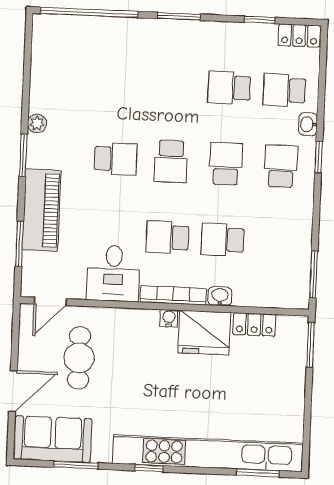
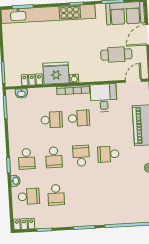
school desk: (229, 88) -> (56, 195), turned 90
washbasin: (220, 296) -> (21, 93), moved
cafe table: (79, 358) -> (116, 54), turned 90

